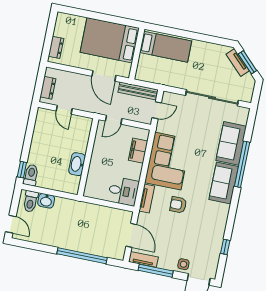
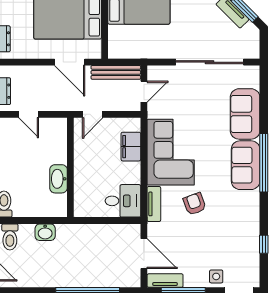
window: (242, 164) -> (264, 163), moved
washbasin: (46, 201) -> (45, 232), moved
armchair: (178, 205) -> (195, 204), turned 70

